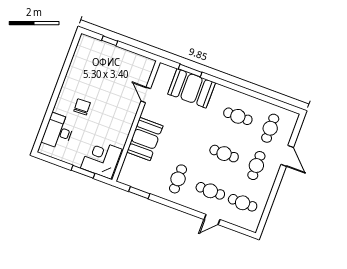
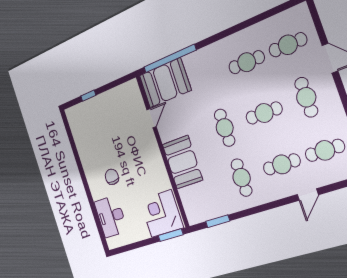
window: (190, 71) -> (170, 59), width x2.11
booth: (192, 88) -> (165, 83), moved
door: (146, 95) -> (152, 118), swing flipped
cafe table: (270, 128) -> (288, 45), turned 90
cafe table: (192, 142) -> (225, 128), added
window: (83, 172) -> (171, 235), moved

